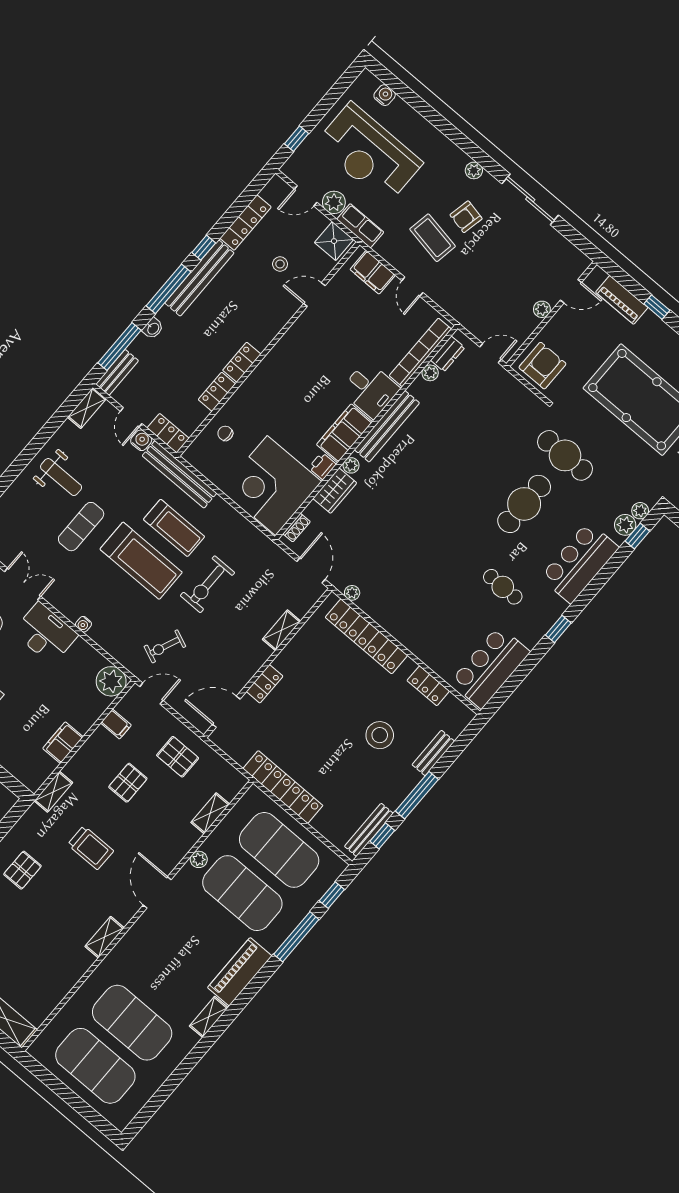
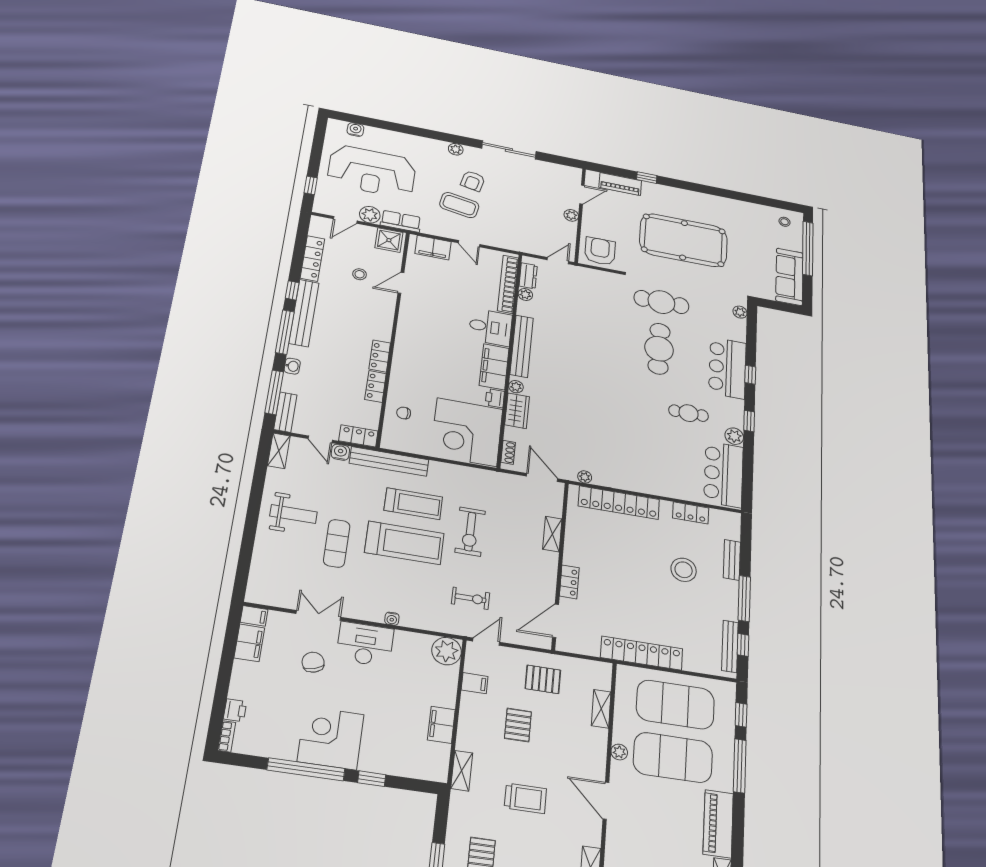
plant: (625, 525) -> (734, 436), moved
window: (637, 536) -> (750, 375), moved
exercise bike: (165, 646) -> (471, 598), turned -113

